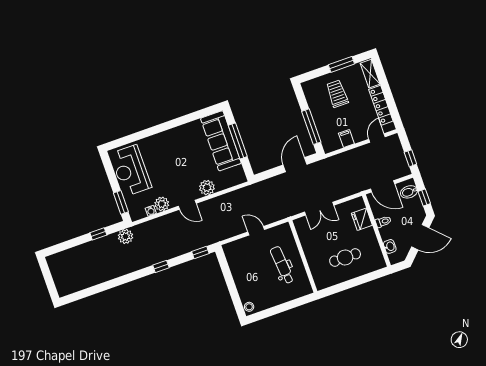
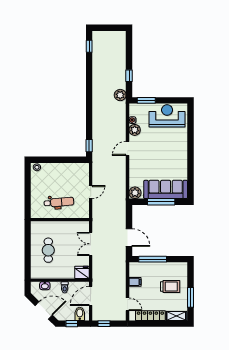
plant: (207, 188) -> (135, 193), moved
fridge: (362, 219) -> (82, 272), moved
door: (420, 237) -> (44, 310), swing flipped
window: (161, 266) -> (89, 46), moved

